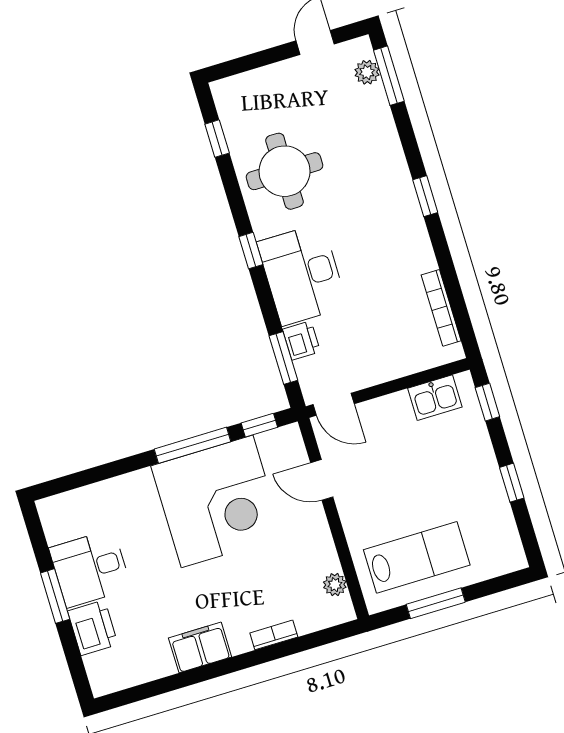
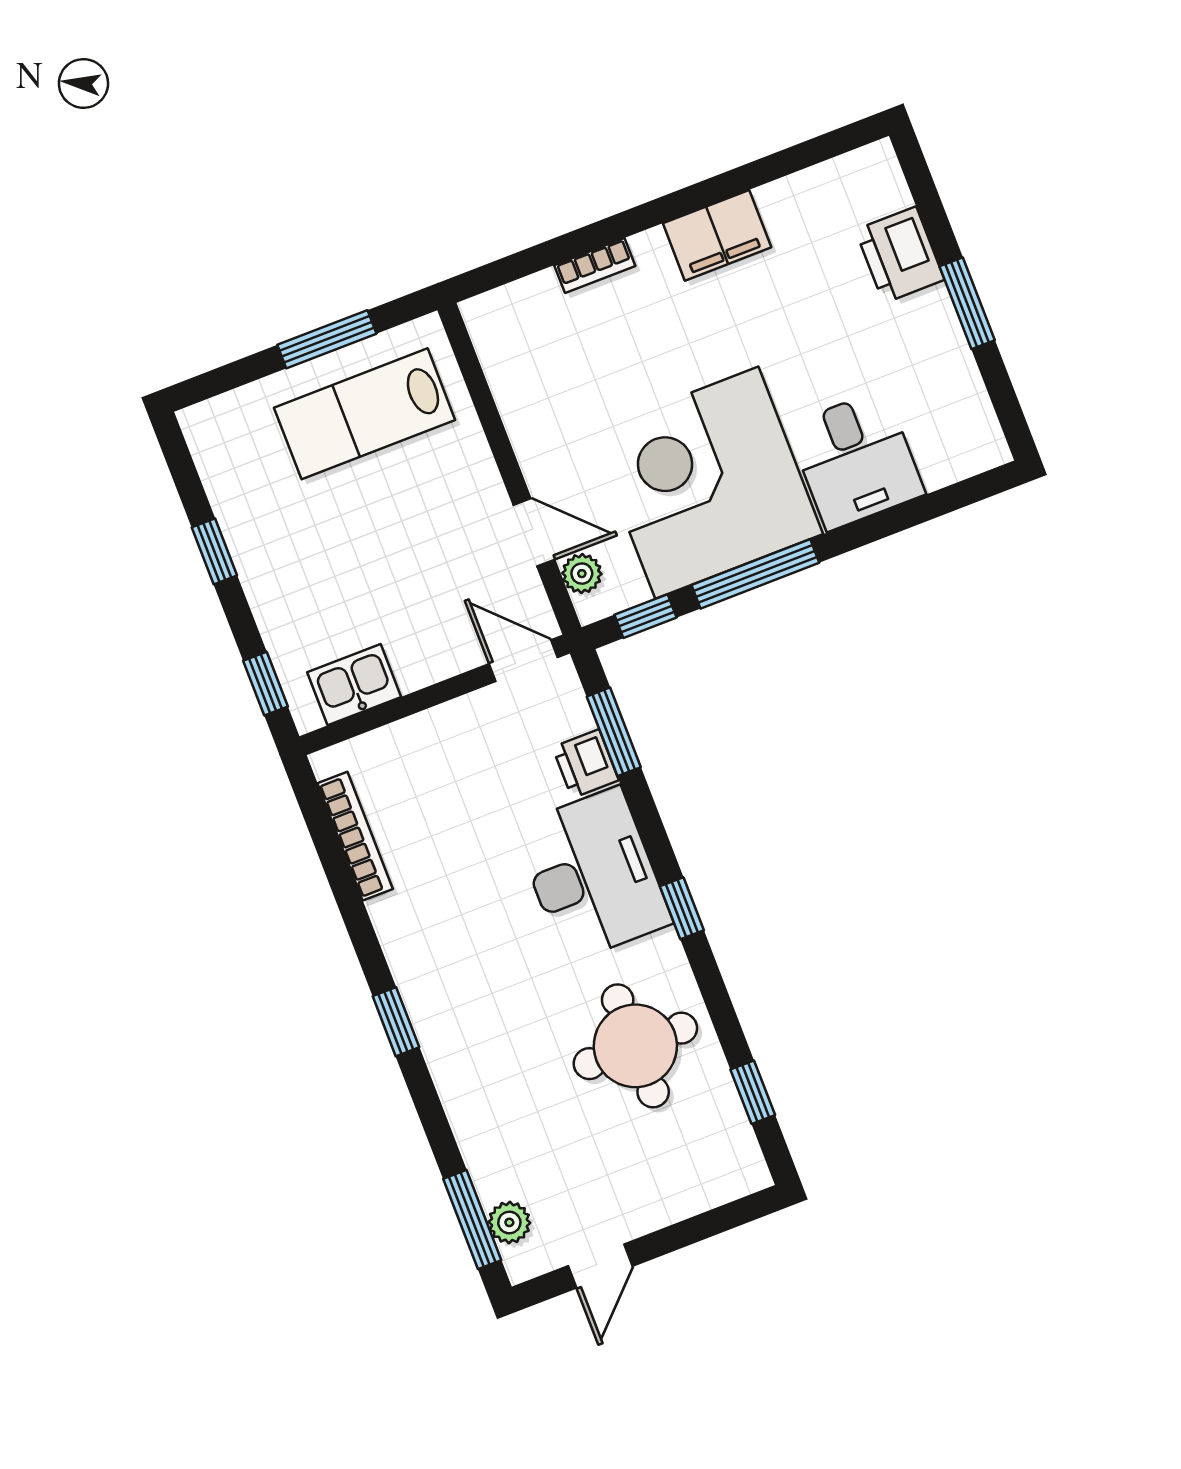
desk: (90, 568) -> (856, 460), moved, turned 90
plant: (335, 585) -> (582, 574), moved

